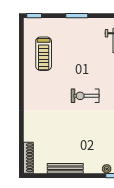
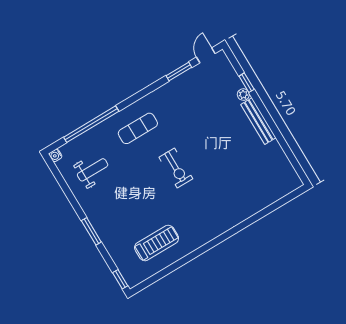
shoe rack: (28, 158) -> (284, 190), removed
bench: (65, 168) -> (258, 121), moved

